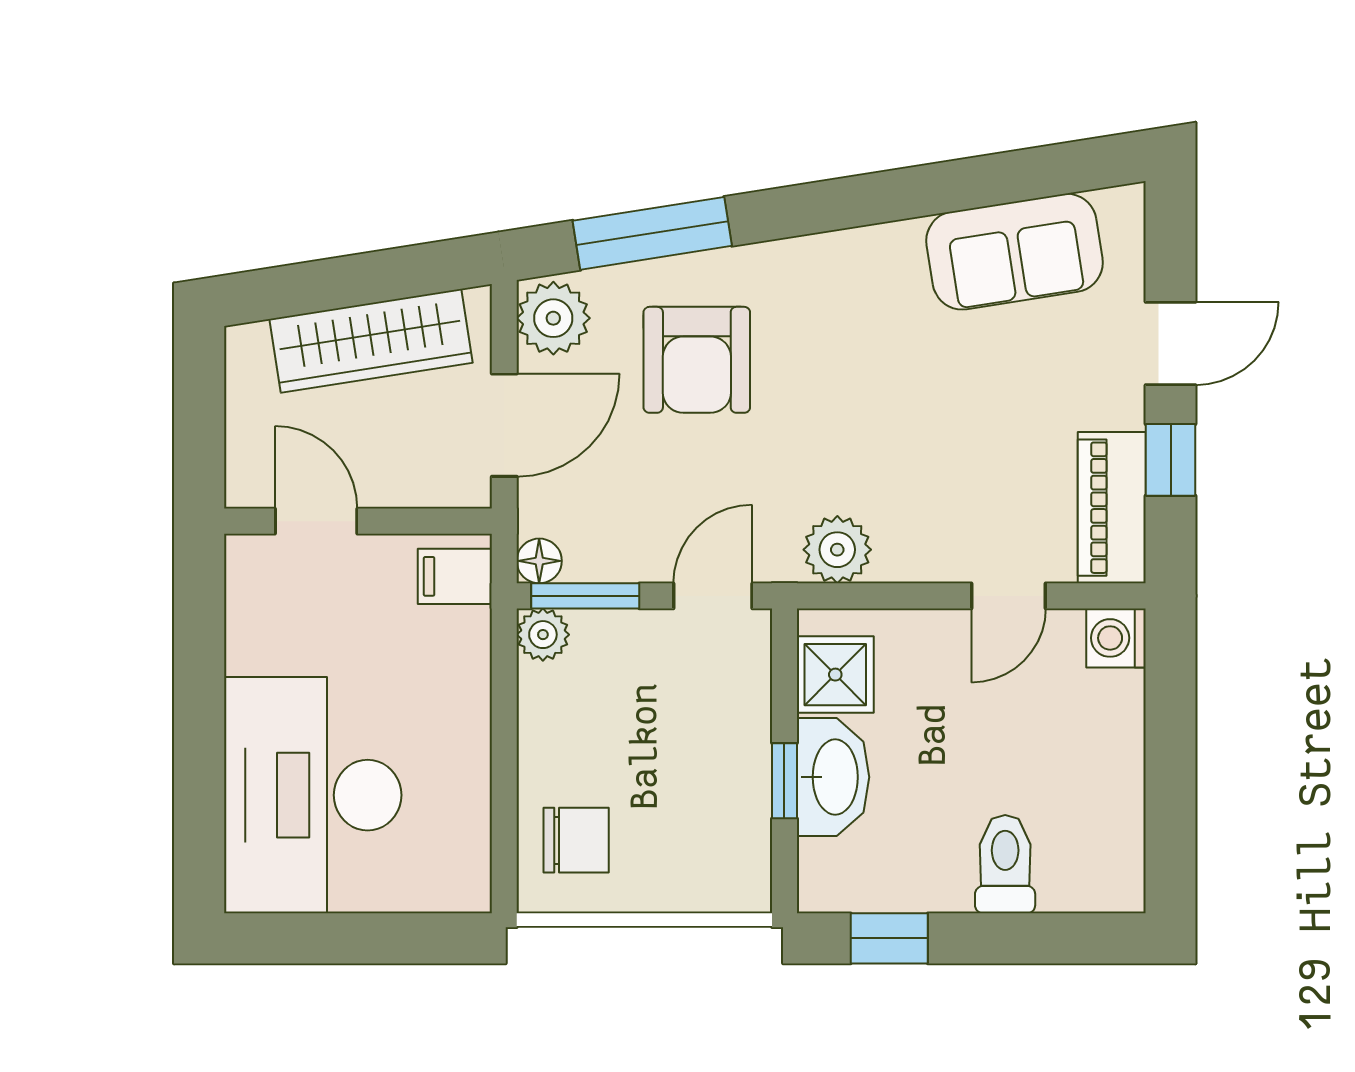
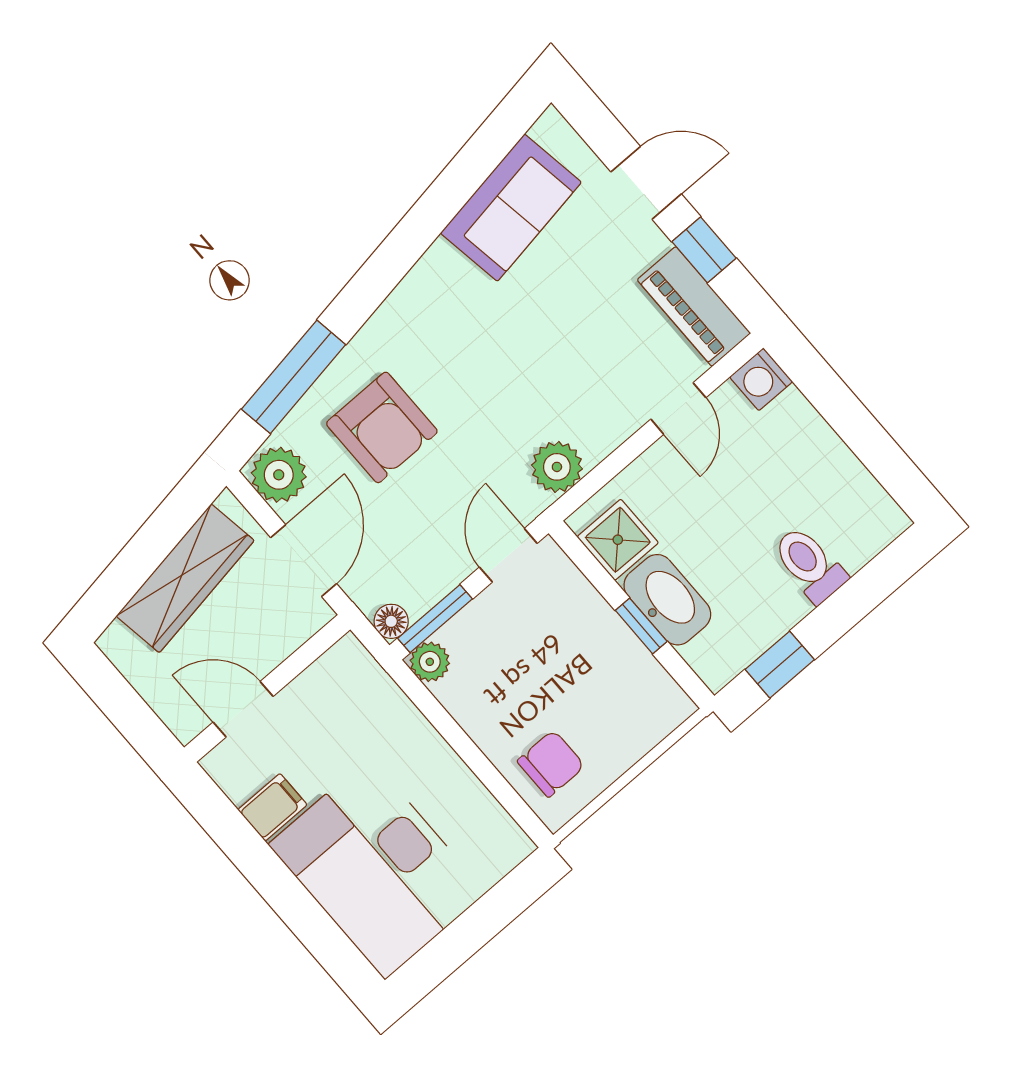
door: (1171, 343) -> (646, 183), hinge flipped
filing cabinet: (455, 576) -> (272, 807), moved, turned 180

